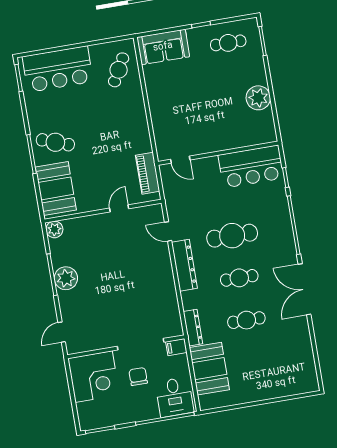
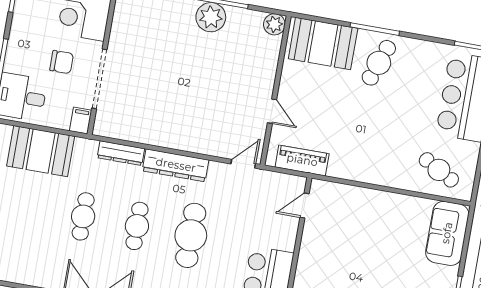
door: (168, 231) -> (243, 164), moved
dresser: (193, 328) -> (121, 153), moved

